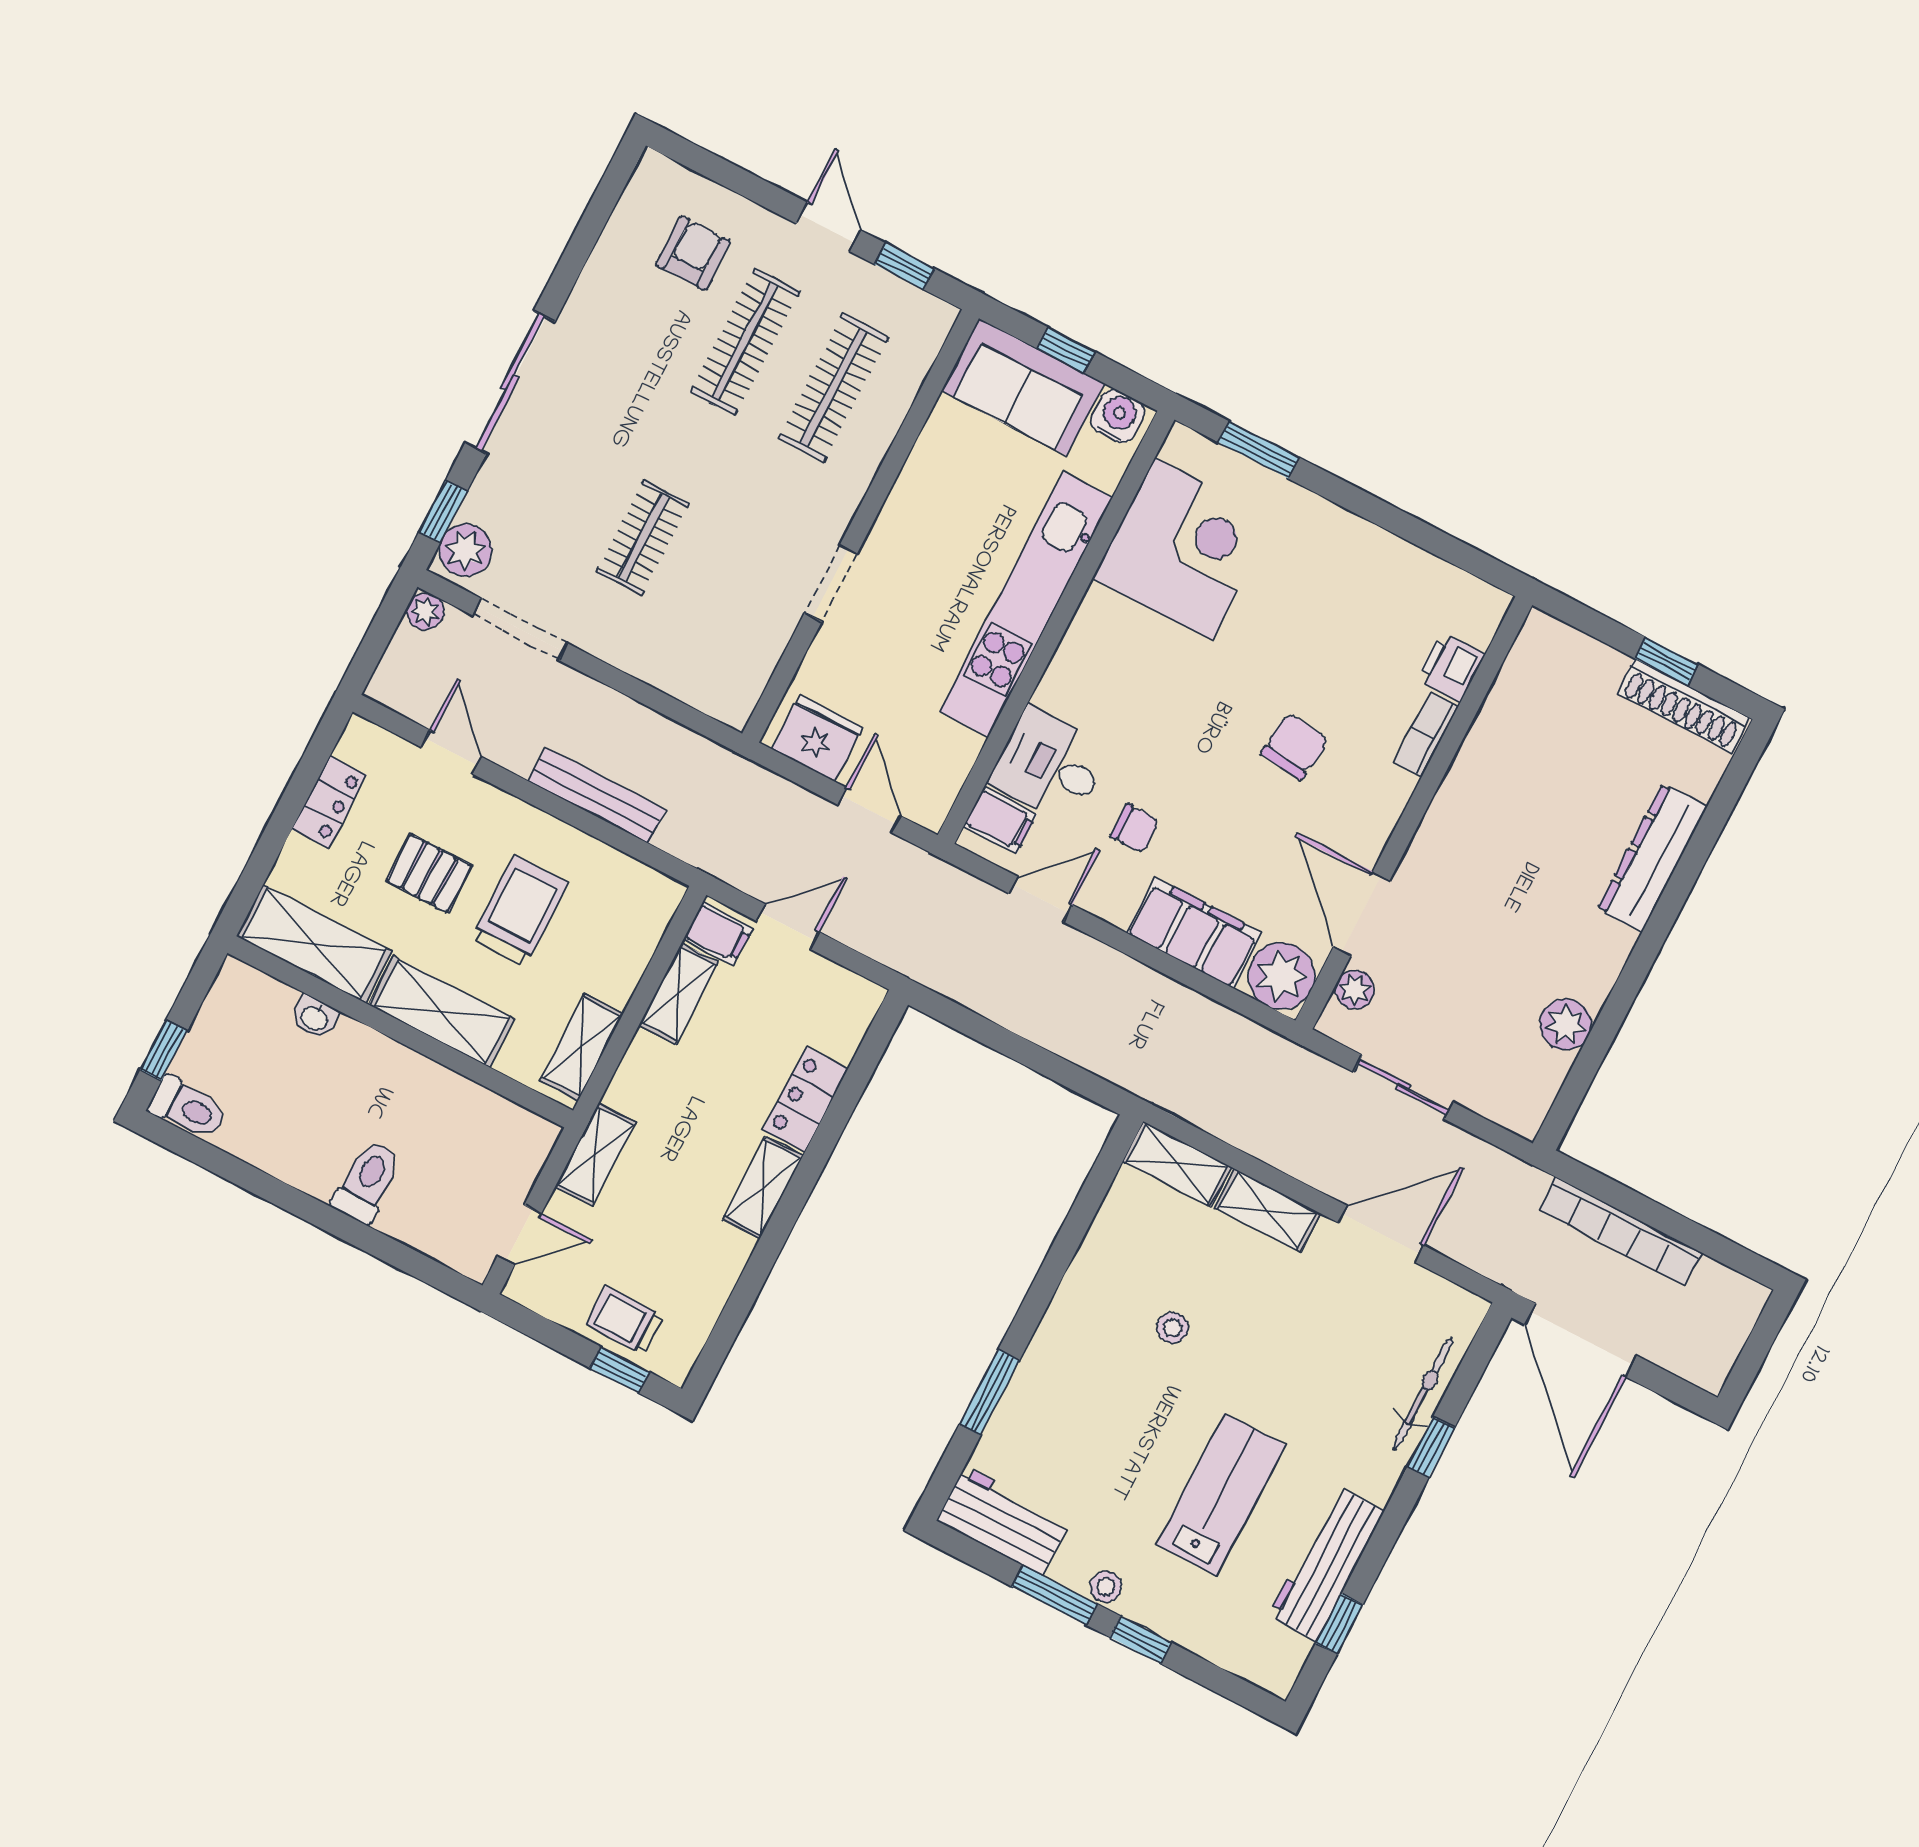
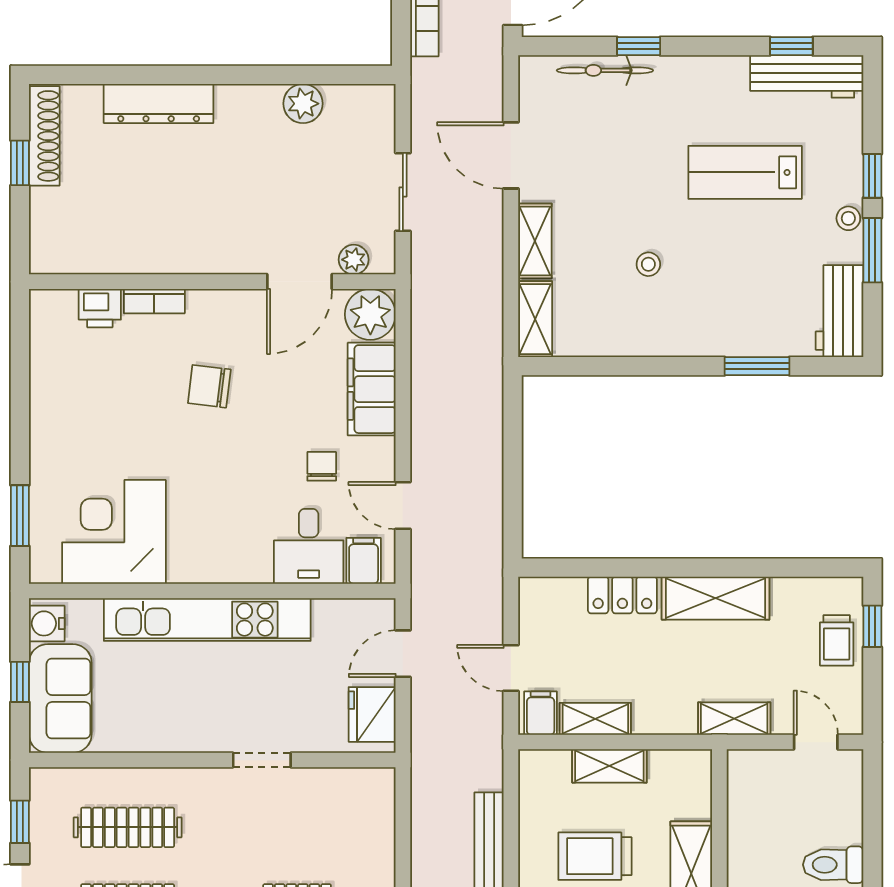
shelving: (582, 1047) -> (609, 766), moved
shelving: (763, 1188) -> (716, 598), width x1.50, depth x1.33
workbench: (1326, 1563) -> (807, 76), moved

